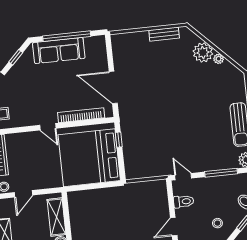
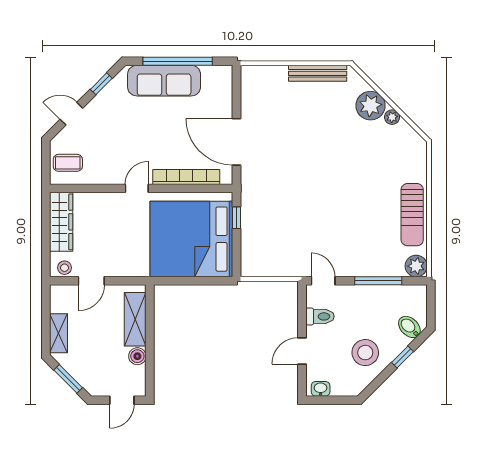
bench: (164, 34) -> (318, 73), width x1.36
door: (48, 127) -> (137, 188), swing flipped
stool: (217, 223) -> (365, 353), width x1.89, depth x1.89

